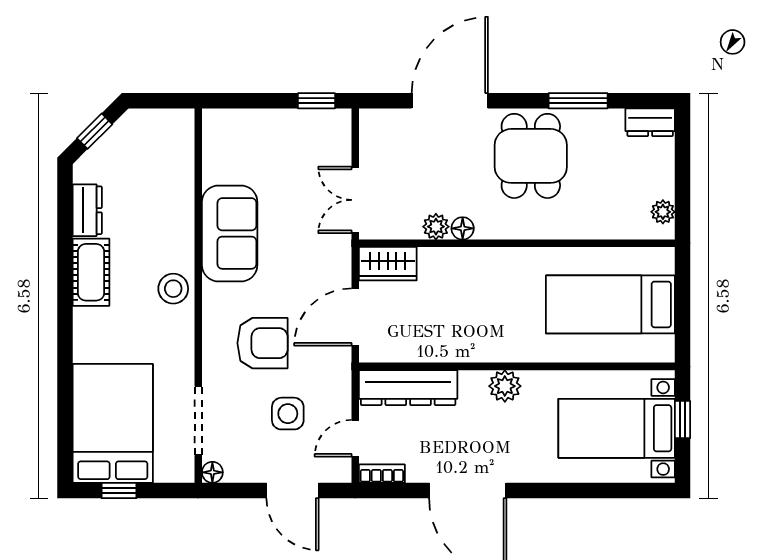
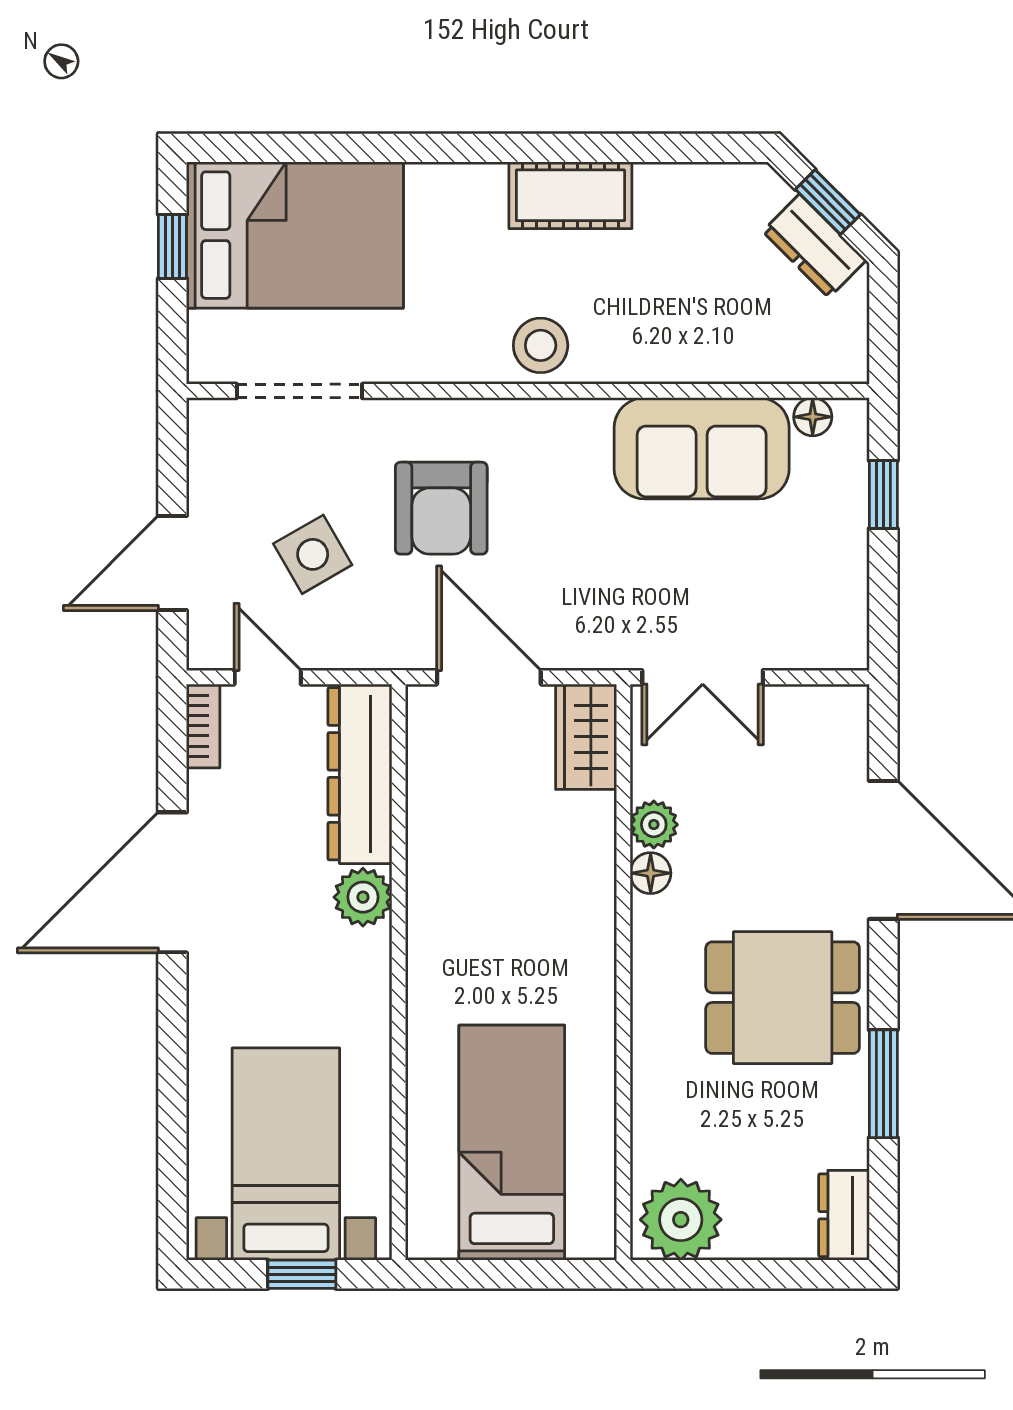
window: (316, 101) -> (883, 495), moved
double door: (355, 200) -> (703, 677), swing flipped
dresser: (87, 210) -> (814, 246), moved, turned 45
plant: (663, 212) -> (681, 1220), width x1.88, depth x1.88
sofa: (230, 233) -> (702, 448), moved
plant: (505, 386) -> (363, 897), moved
side table: (288, 414) -> (313, 554), turned -30
floor lamp: (212, 472) -> (813, 417), moved

